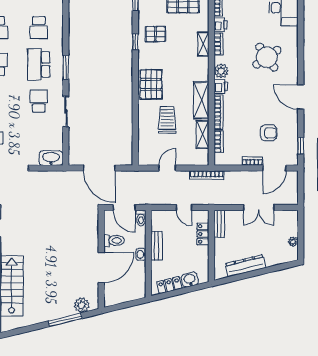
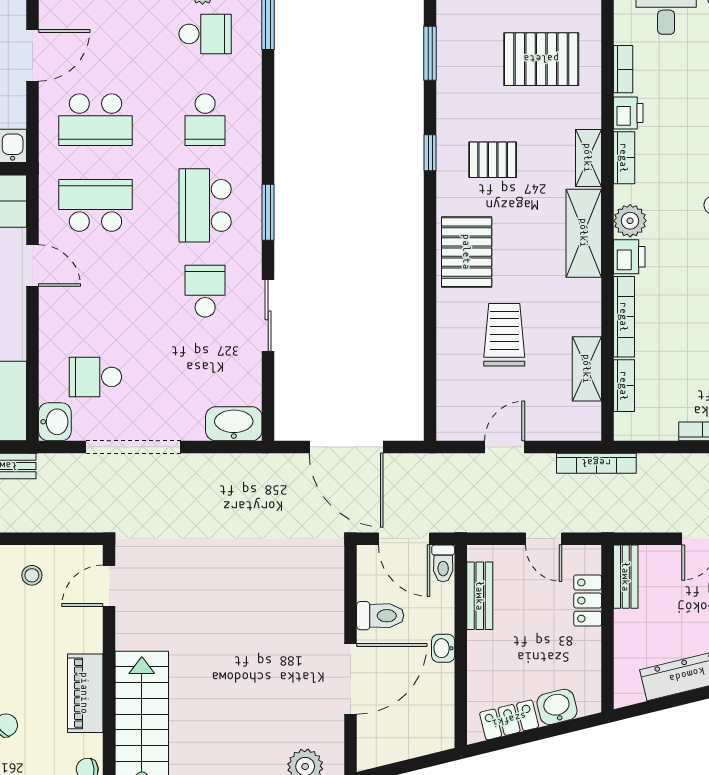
pallet: (155, 34) -> (493, 160), moved
shelving: (201, 100) -> (584, 233), moved
bench: (157, 245) -> (480, 596), moved

